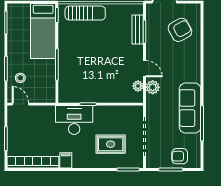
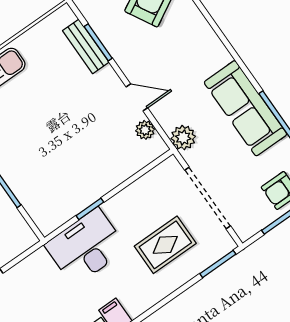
plant: (153, 87) -> (183, 138), moved

